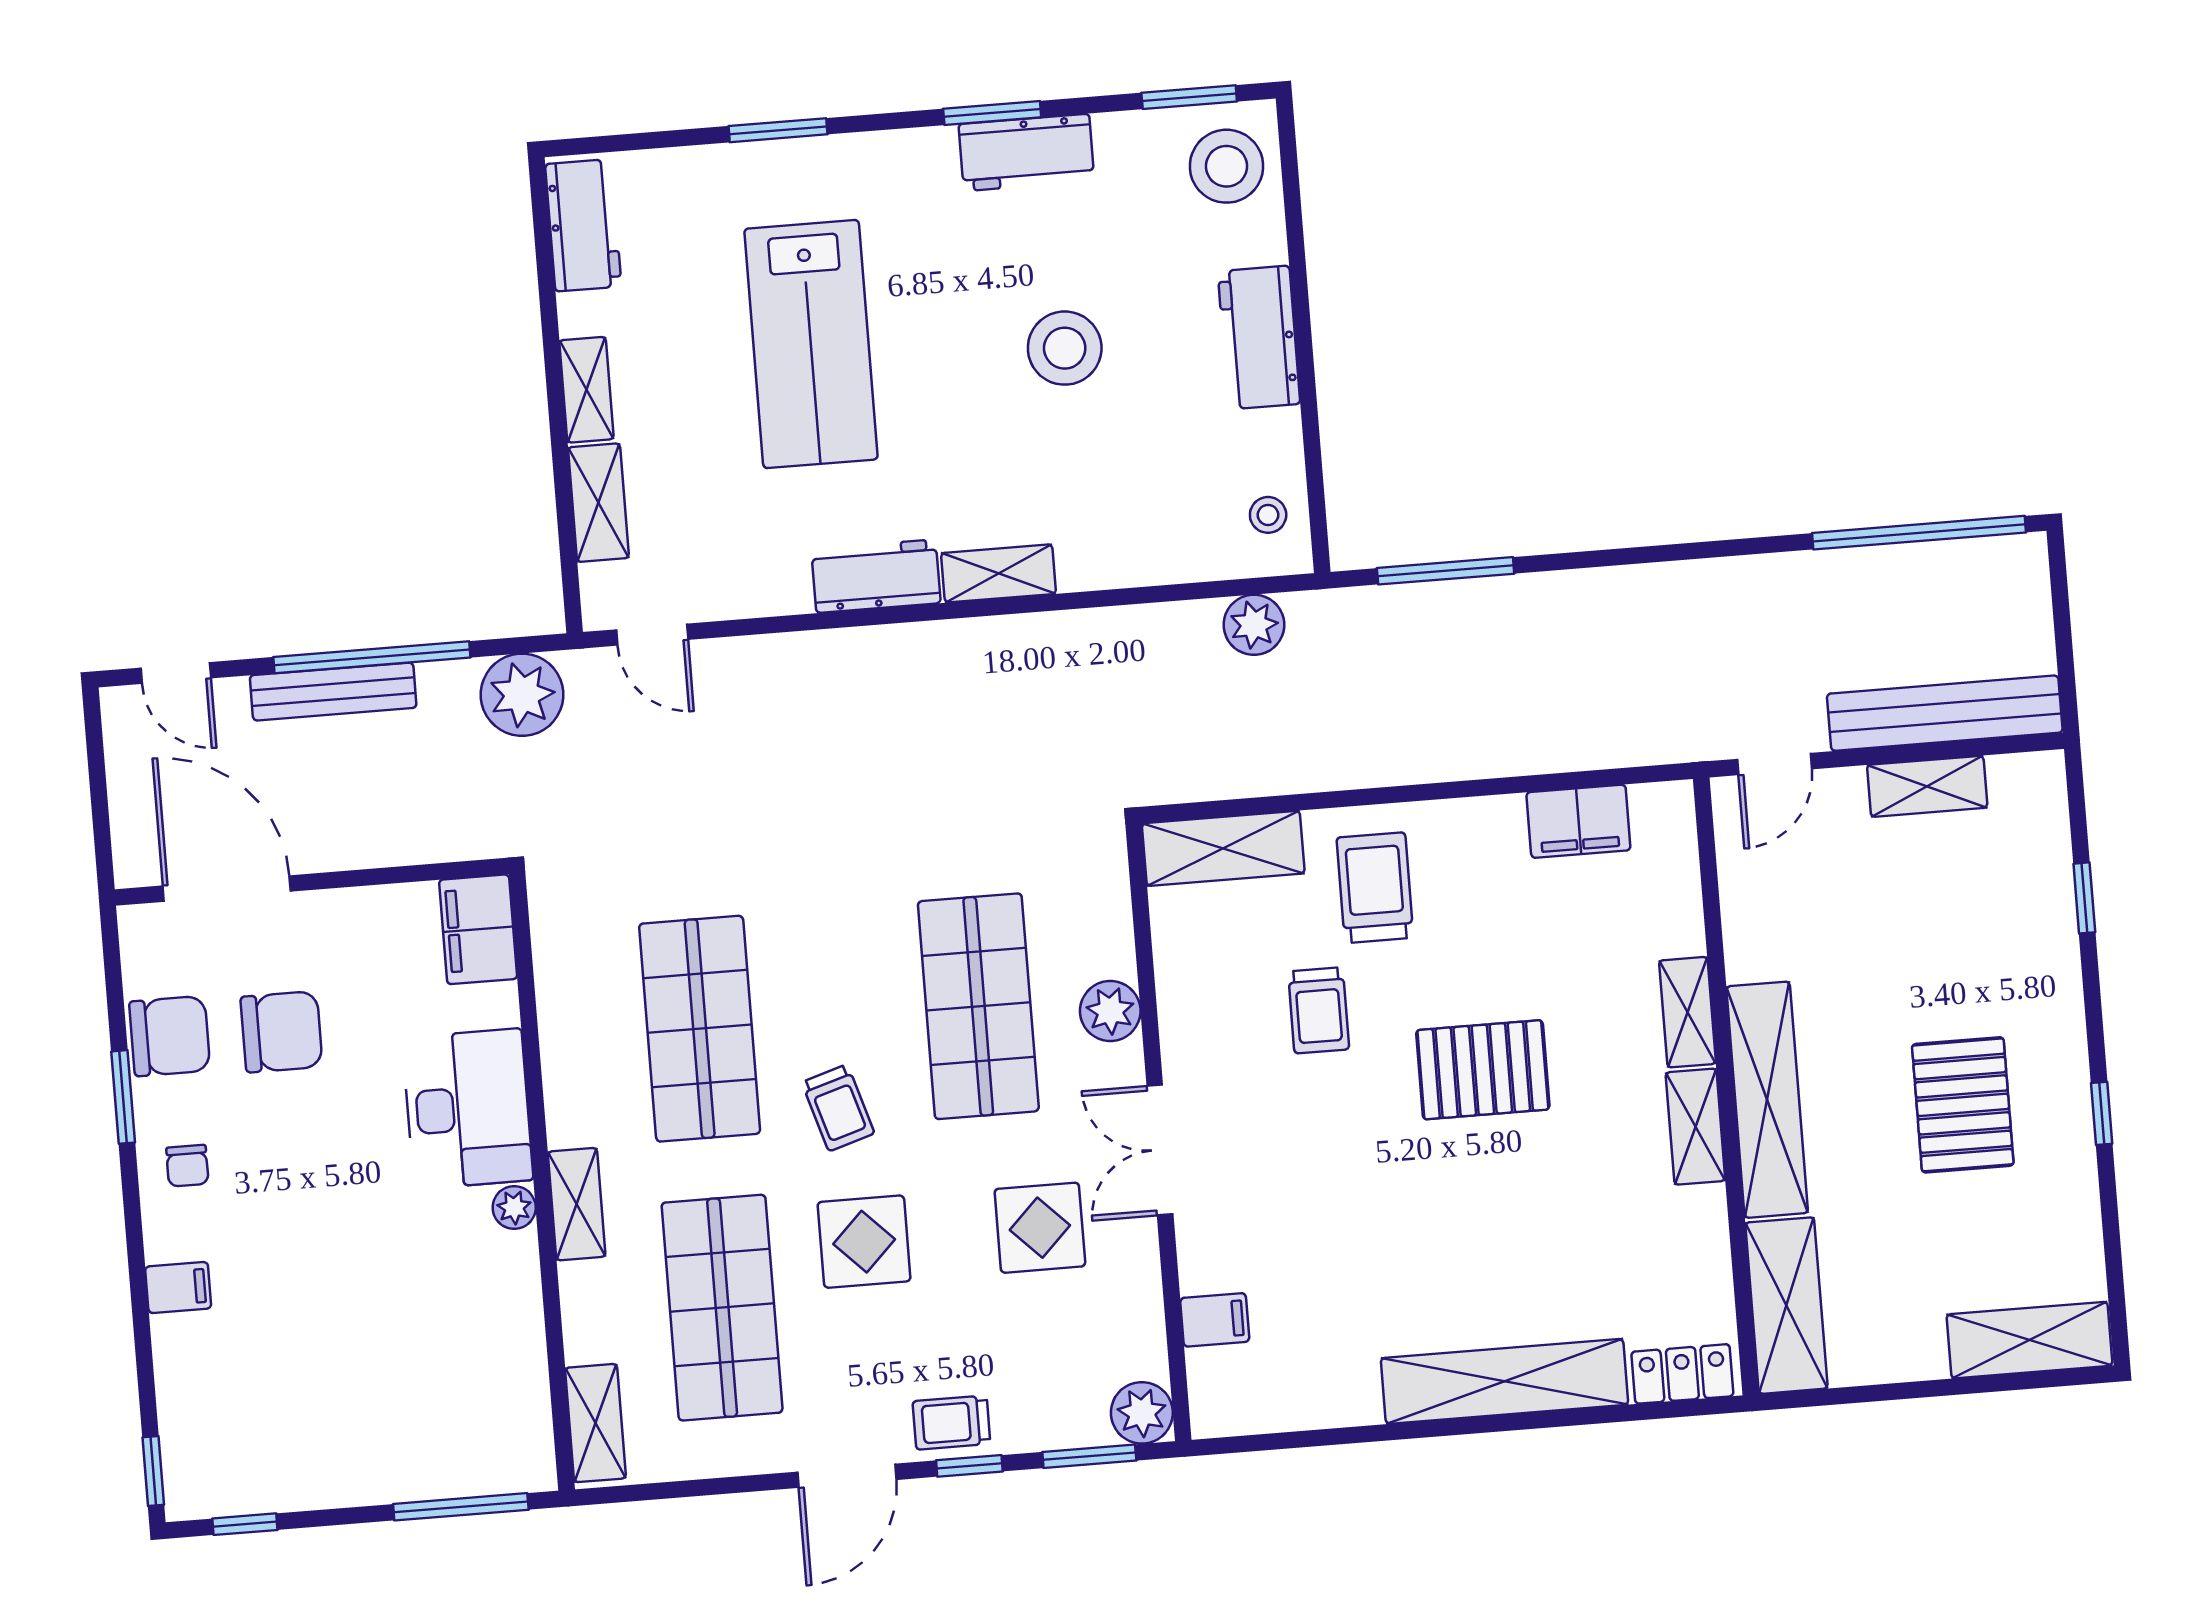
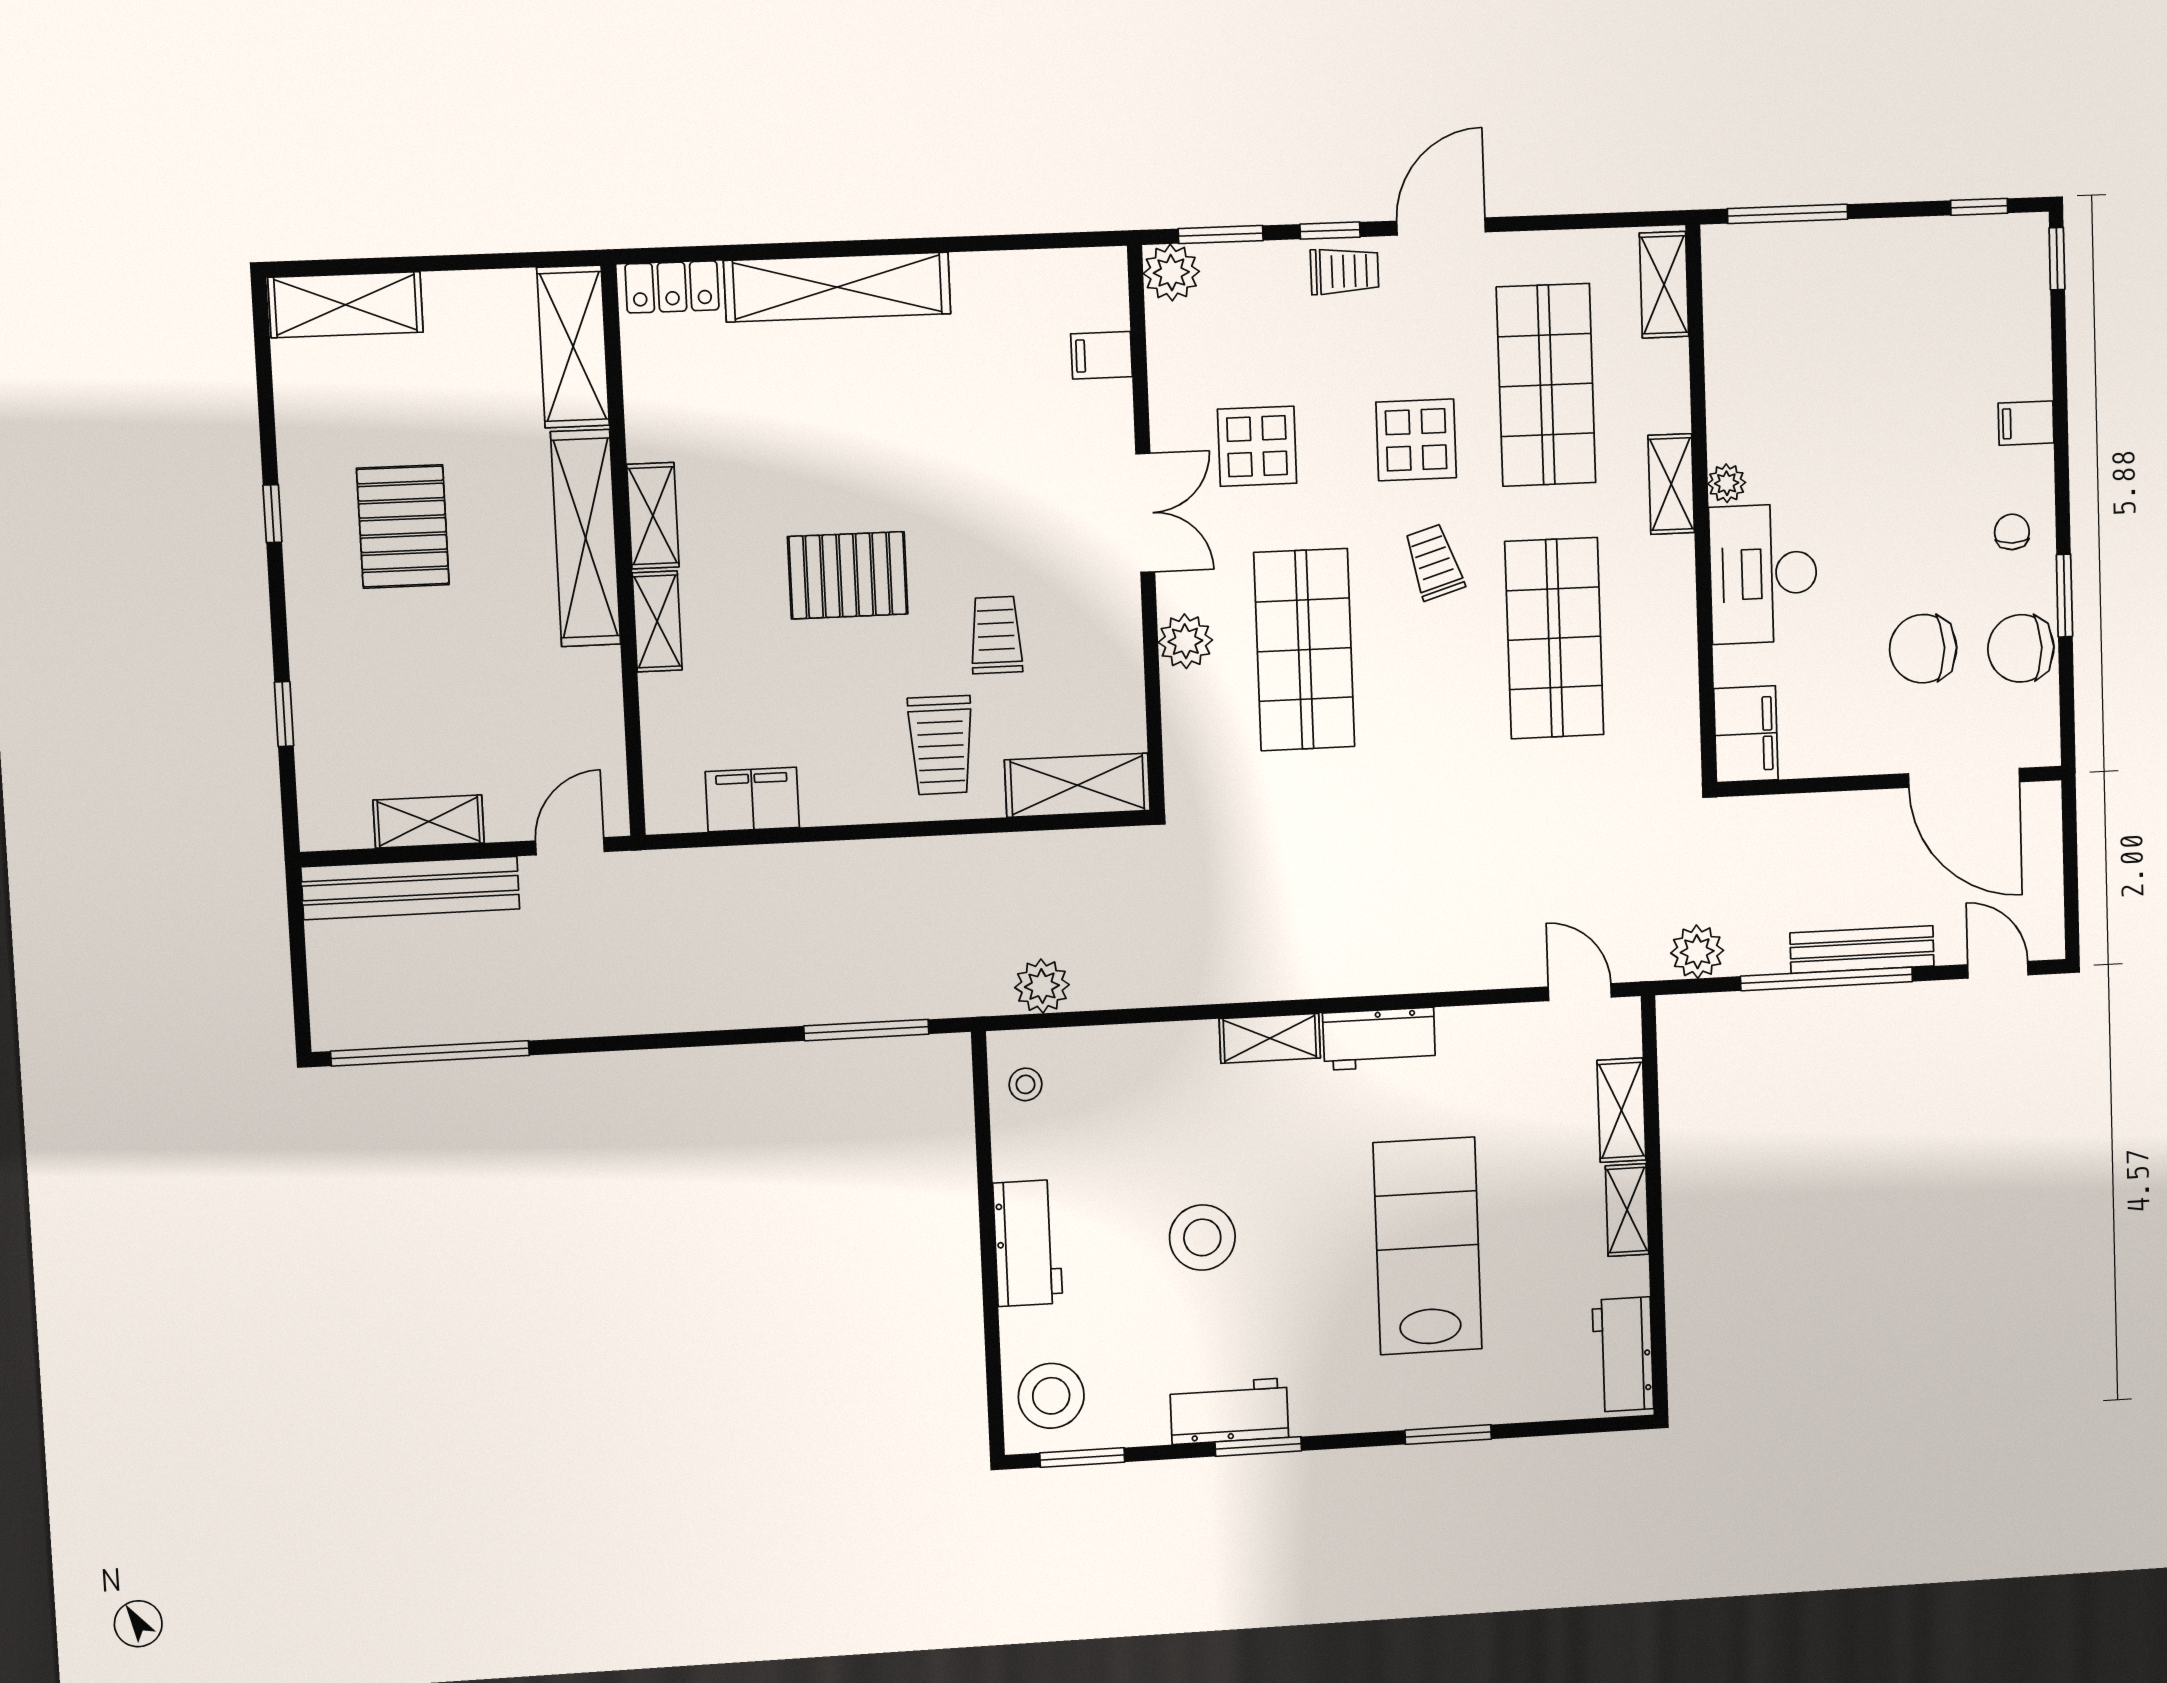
plant: (522, 695) -> (1697, 952), width x0.73, depth x0.73

